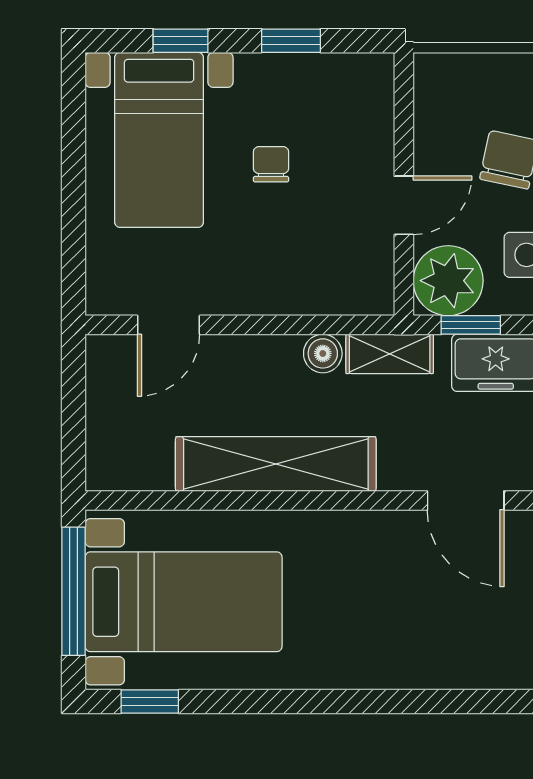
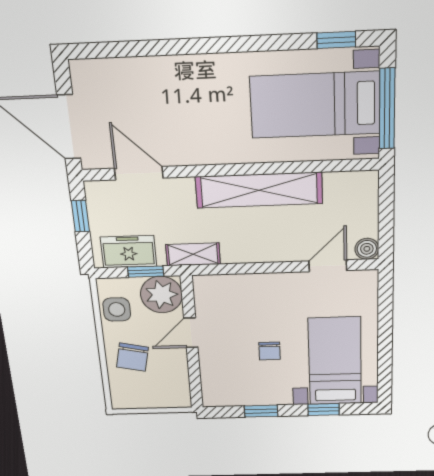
boiler: (323, 353) -> (367, 249), moved

